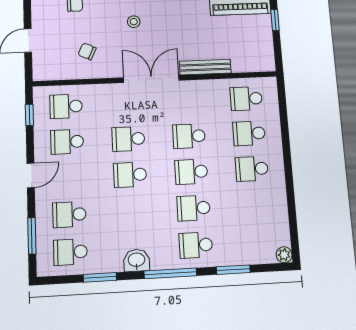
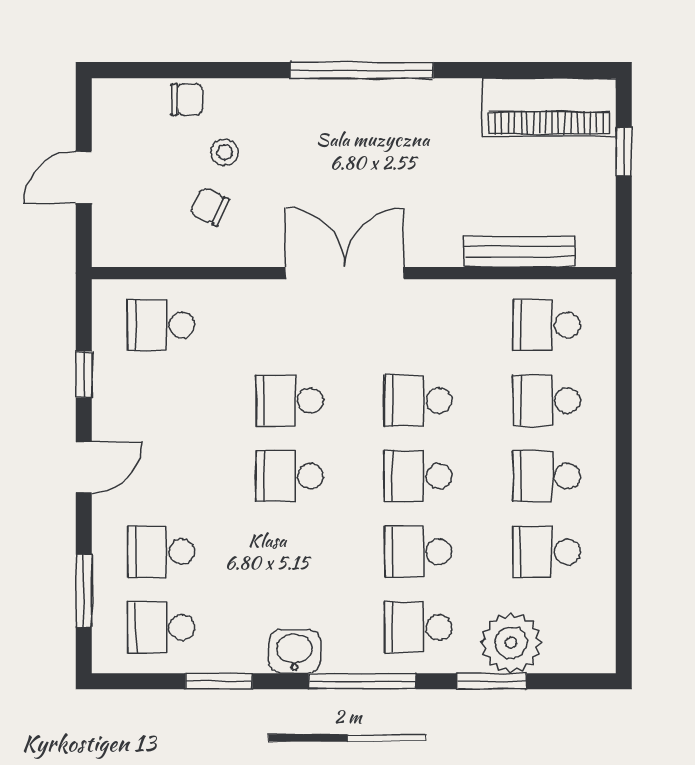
stool: (134, 22) -> (225, 152), moved
bench: (205, 67) -> (520, 252), moved
window: (29, 115) -> (84, 375), moved
school desk: (67, 142) -> (547, 552), moved
plant: (284, 255) -> (511, 643), moved, width x1.88, depth x1.88

